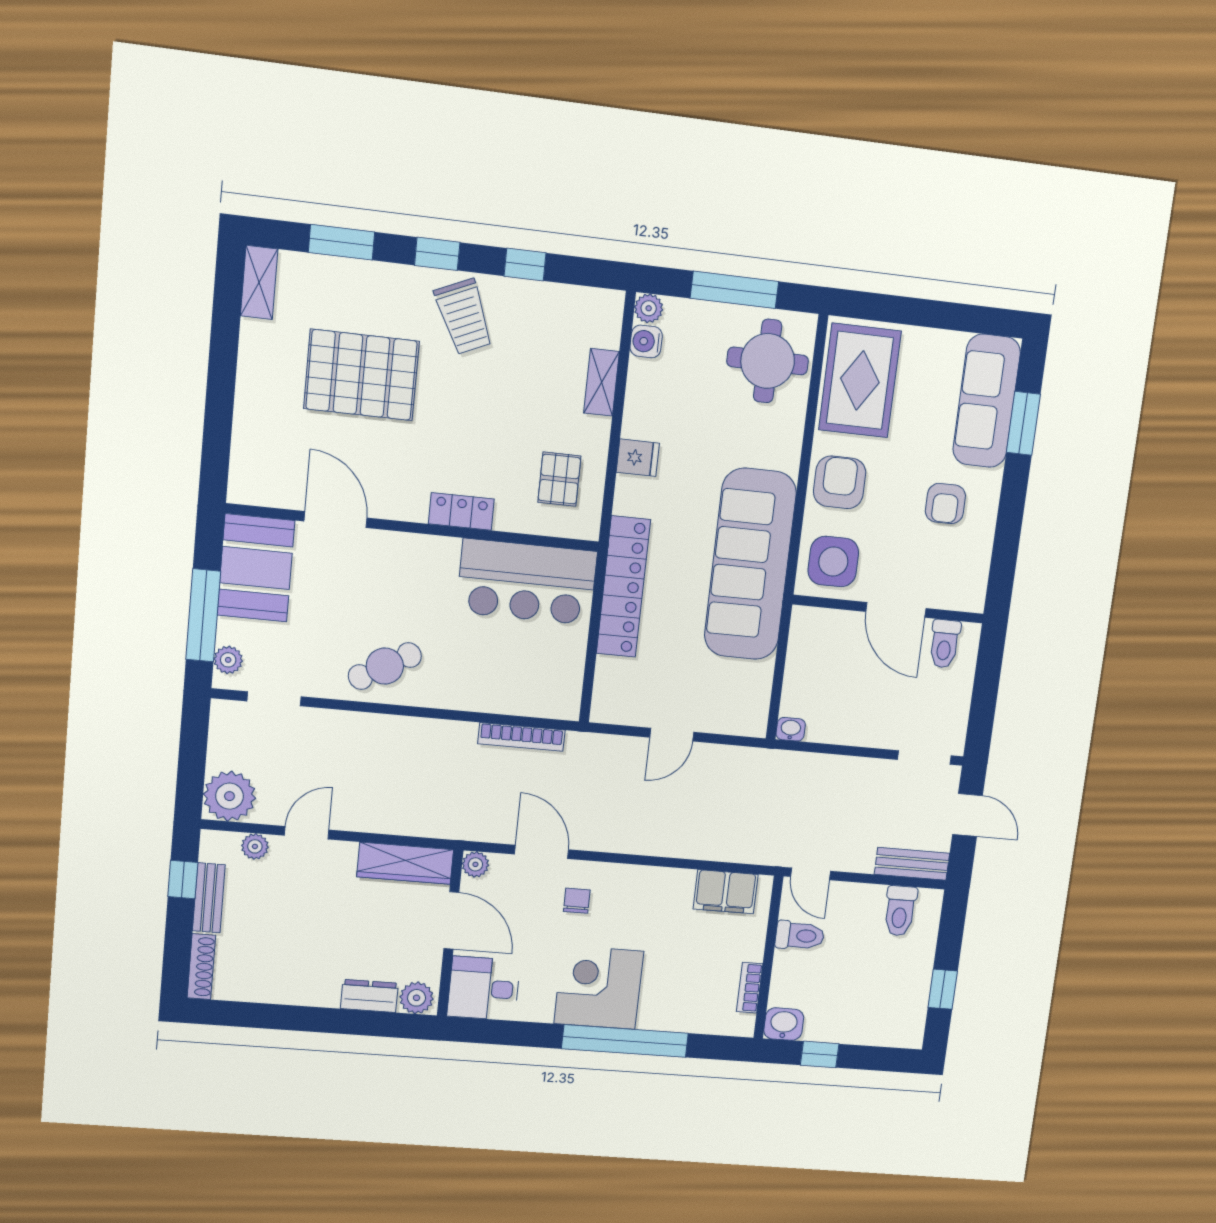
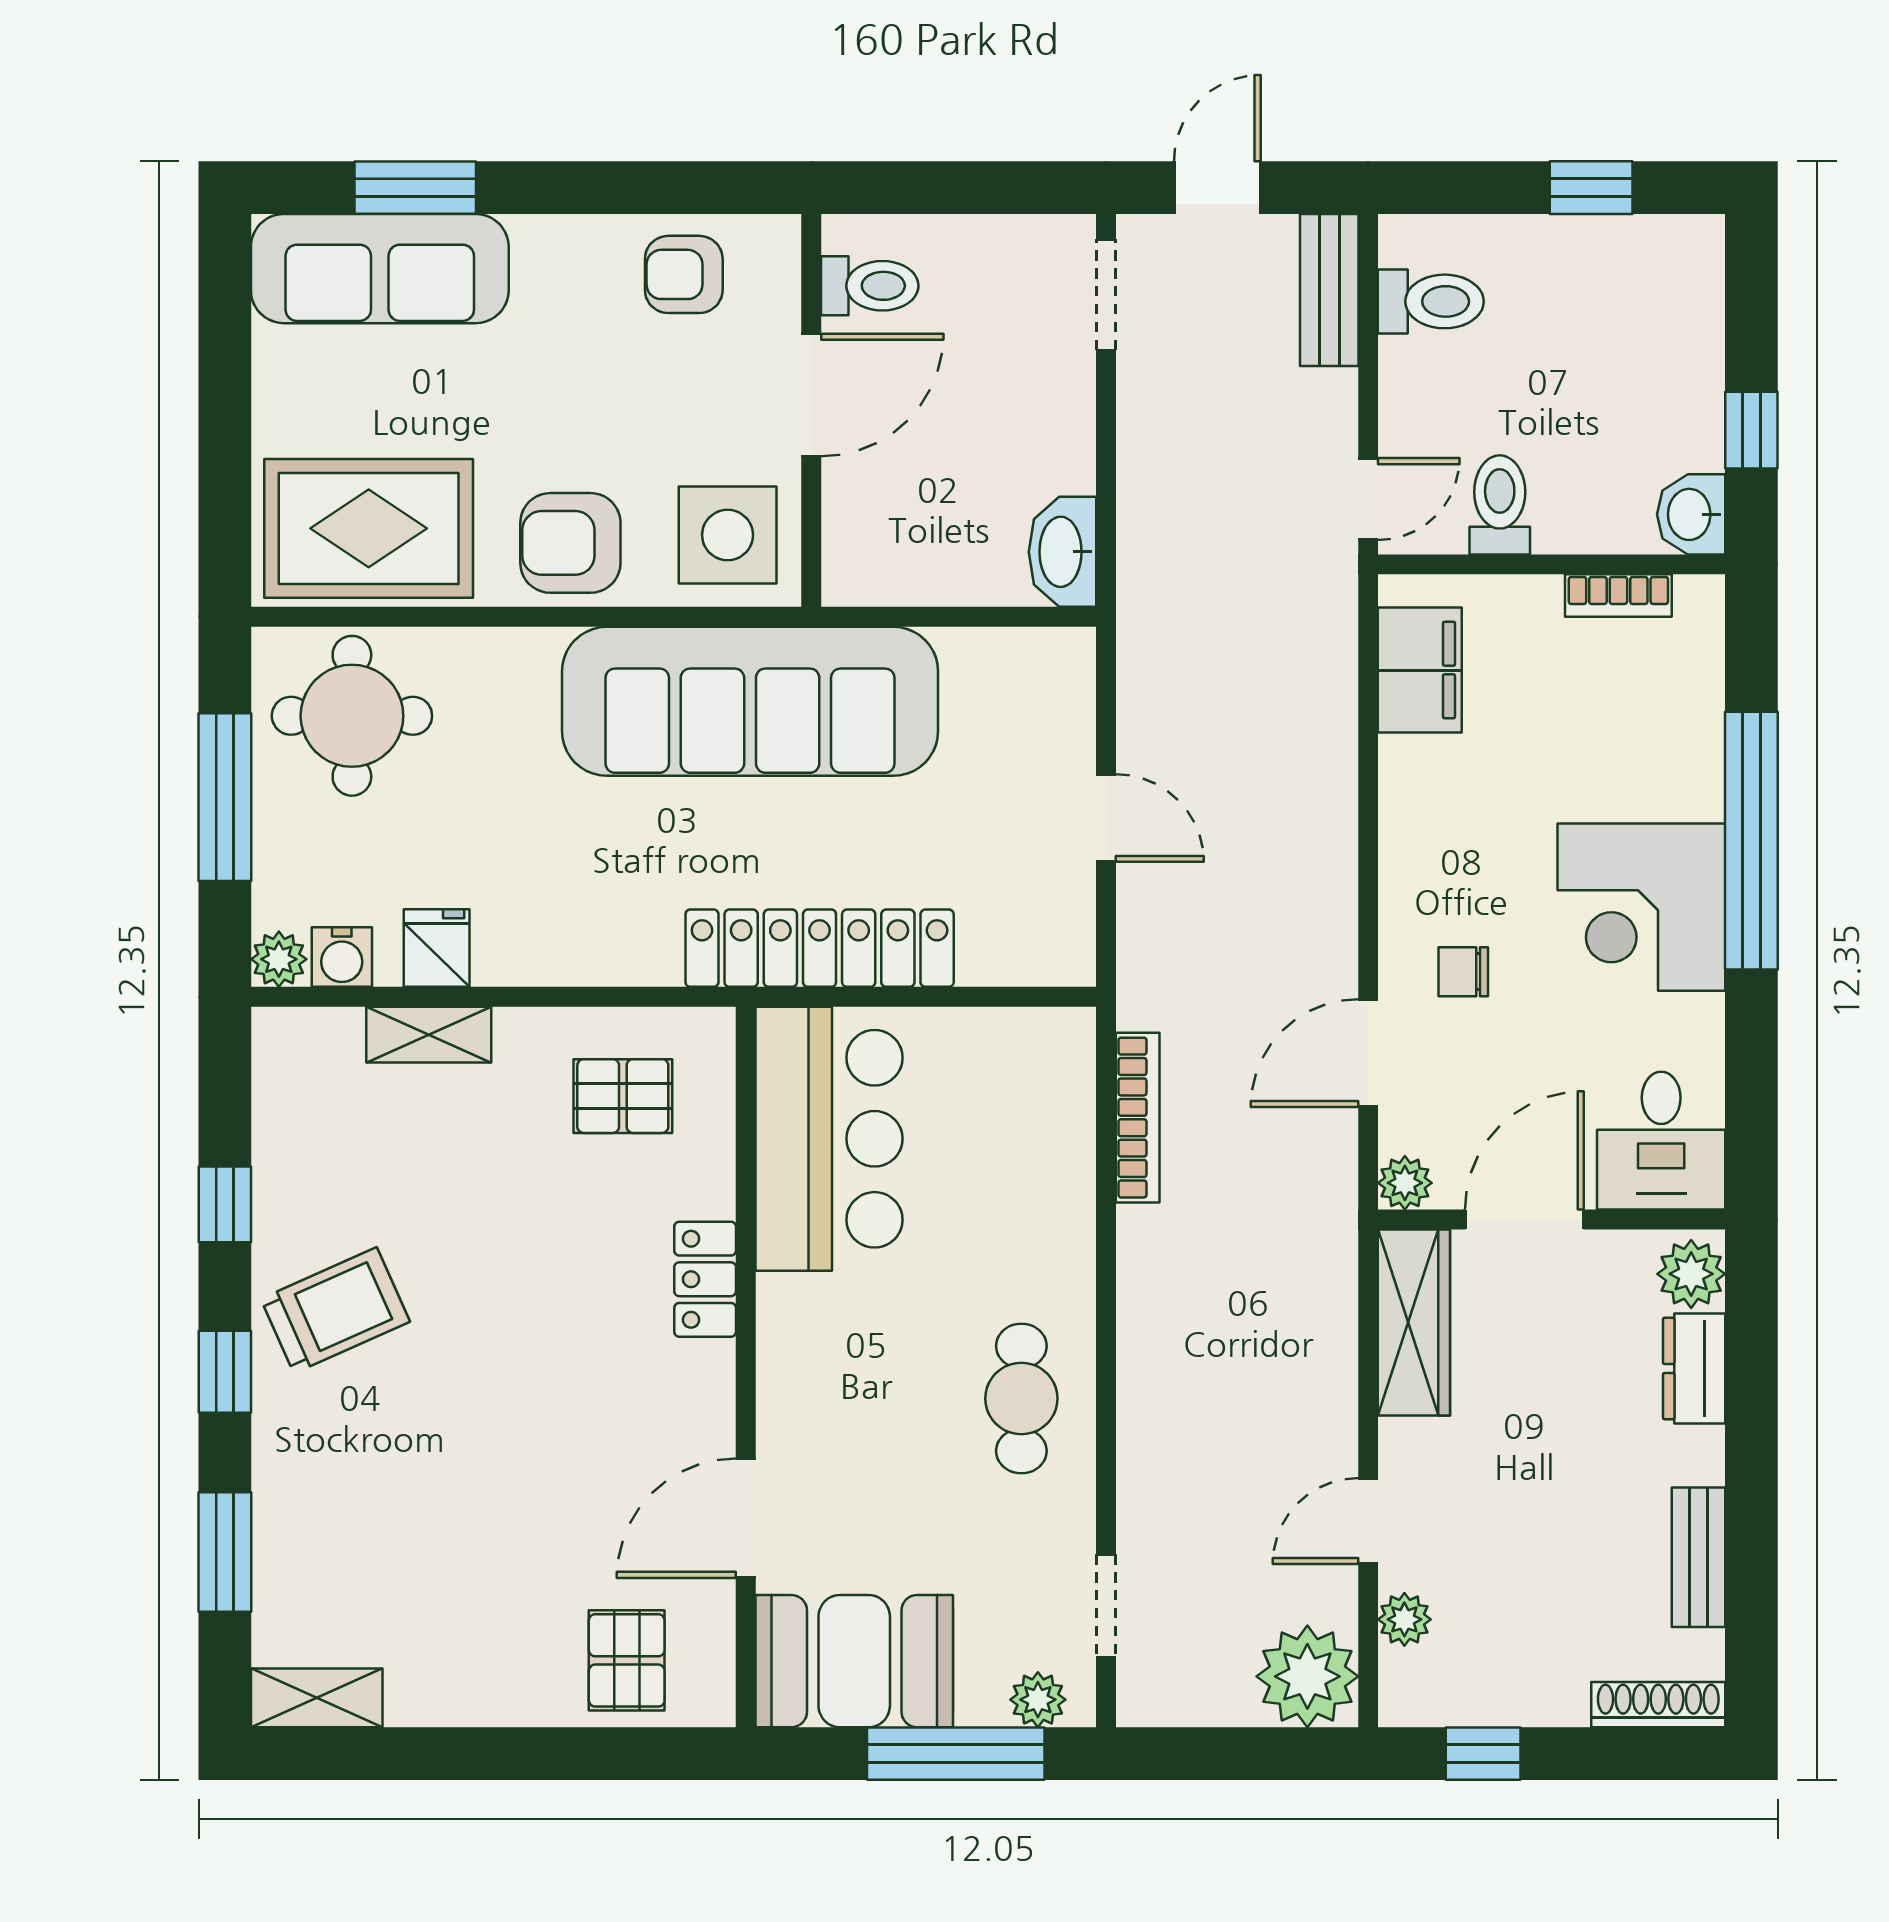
pallet: (361, 375) -> (627, 1660), moved, width x0.49, depth x0.50
fridge: (638, 458) -> (437, 948), moved
armchair: (945, 503) -> (684, 274), moved, turned 180
cafe table: (385, 666) -> (1021, 1399), turned 30
washbasin: (791, 729) -> (1063, 552), width x1.91, depth x1.45
door: (307, 833) -> (1368, 1521), hinge flipped
bench: (209, 898) -> (1699, 1557), moved, turned 90

